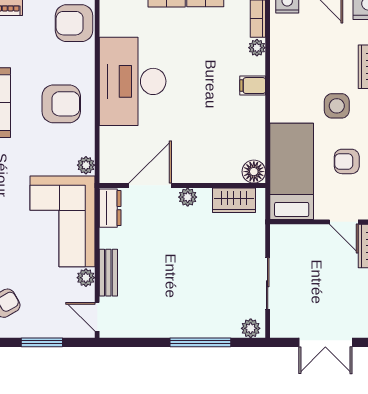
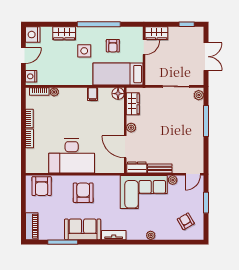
filing cabinet: (253, 86) -> (93, 94), moved
plant: (86, 165) -> (115, 180), removed
bench: (108, 273) -> (160, 168), moved

